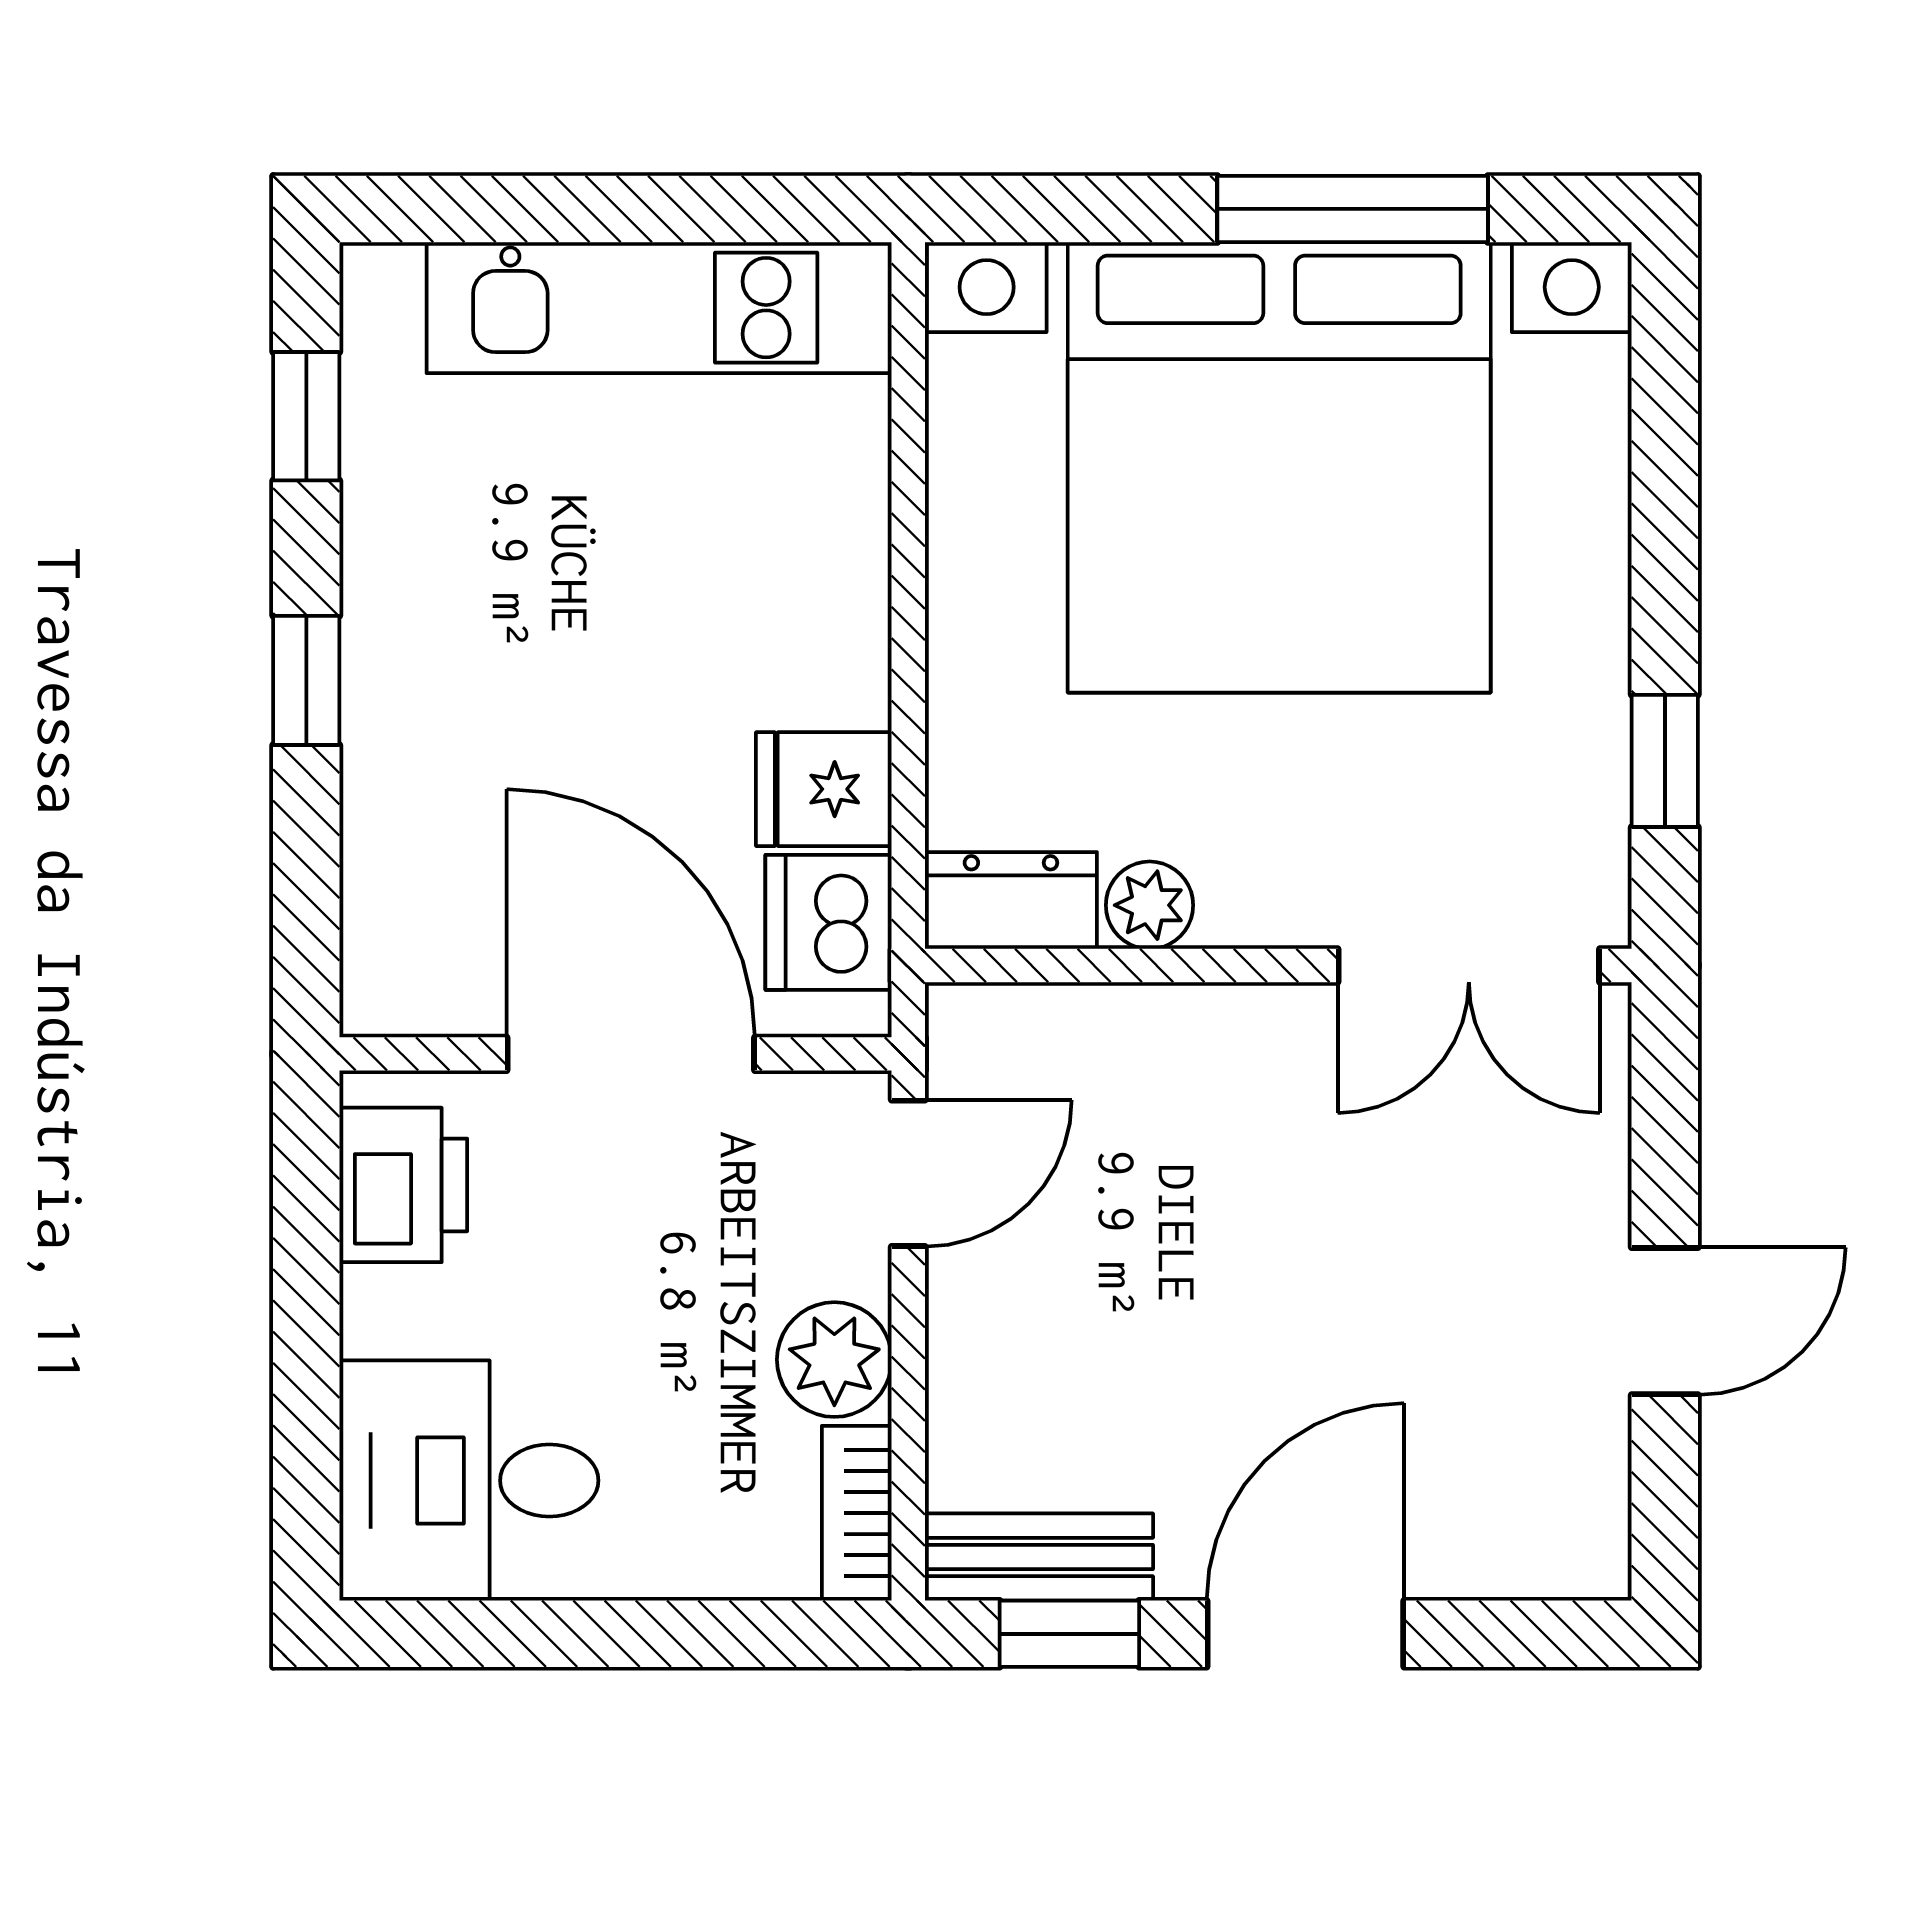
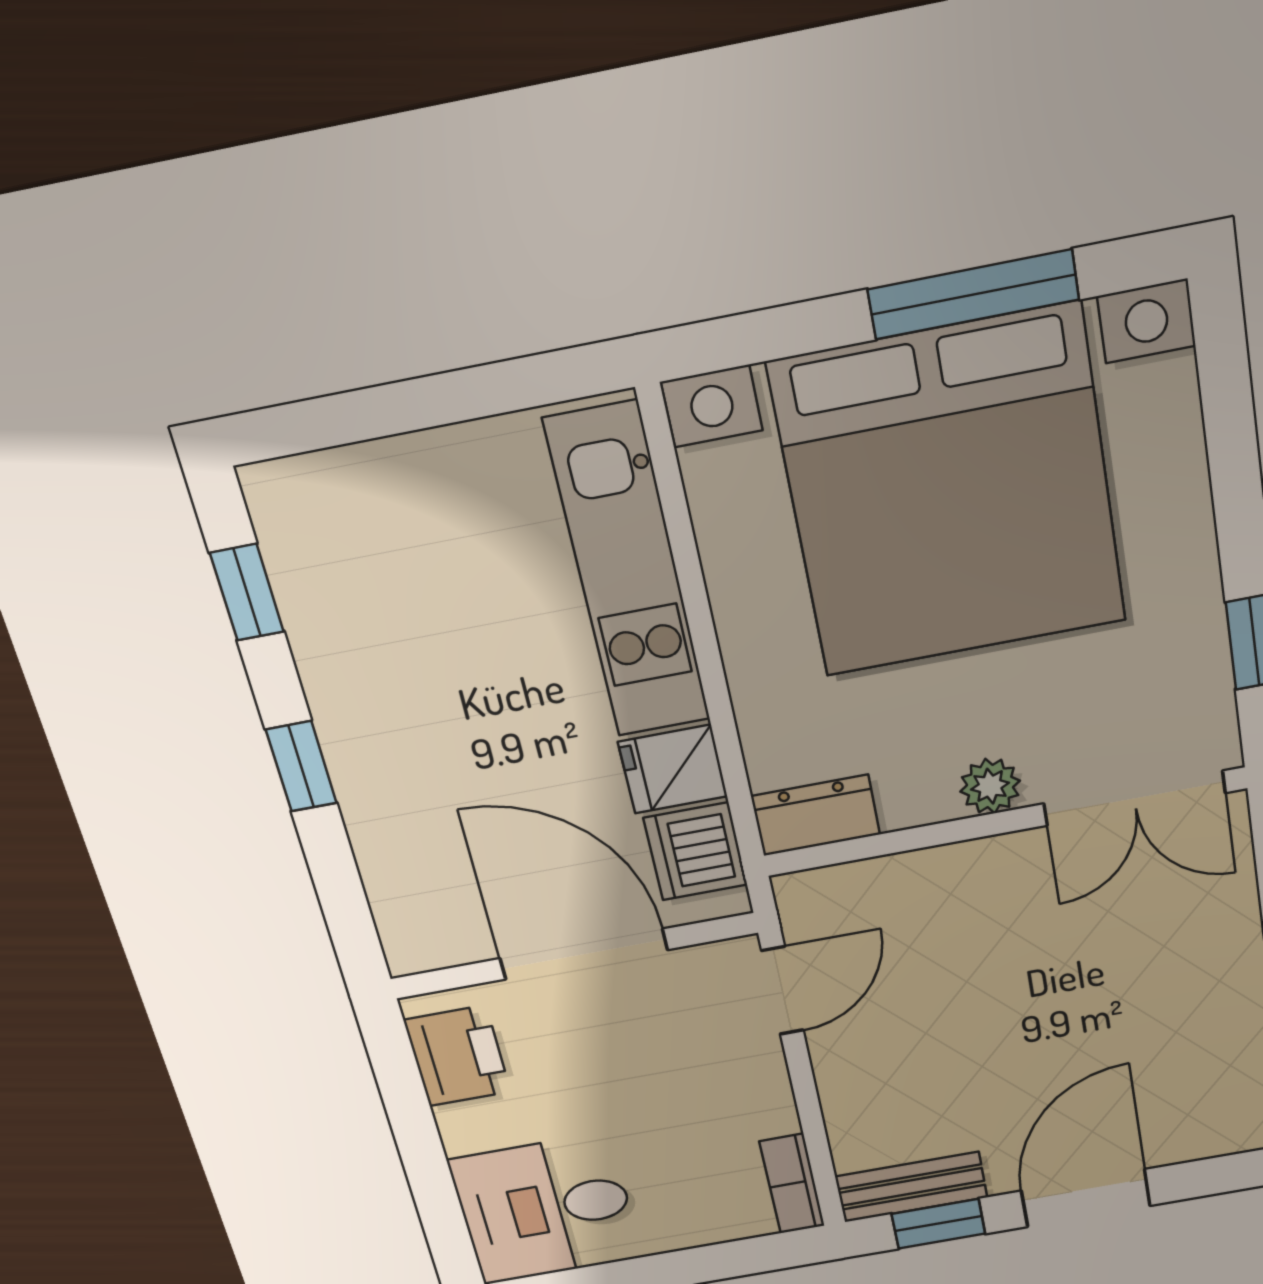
kitchen unit: (659, 308) -> (628, 573), moved, turned 90
plant: (1150, 905) -> (990, 786), moved
plant: (834, 1360) -> (759, 1104), removed

